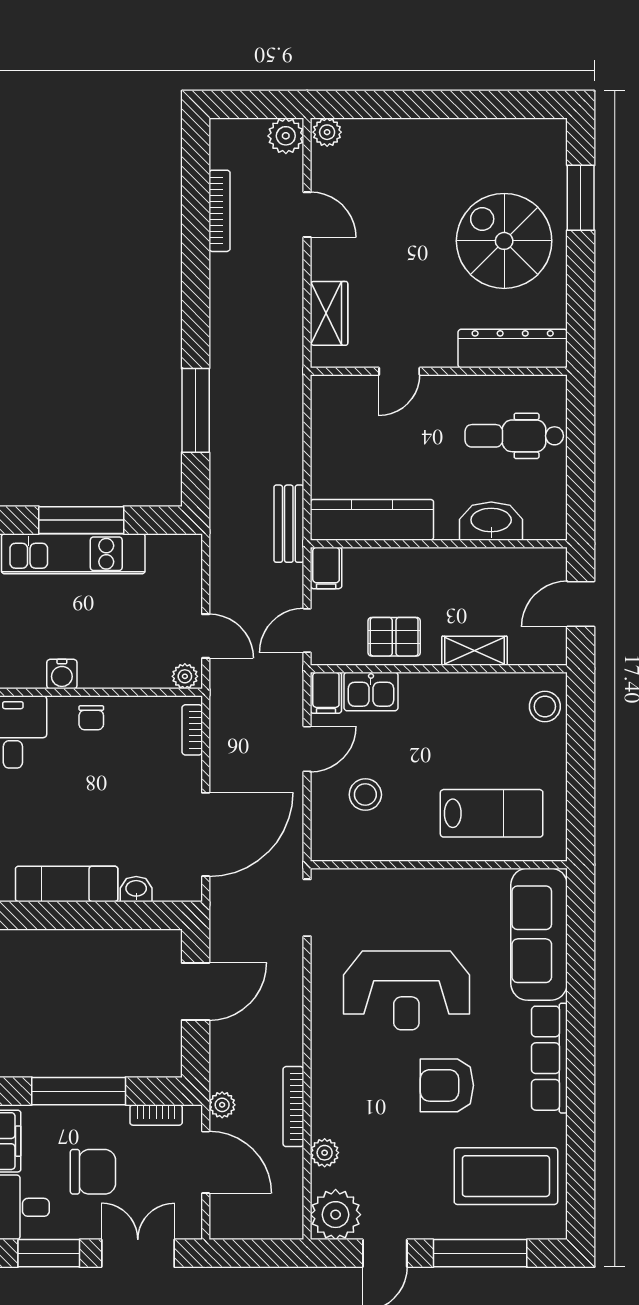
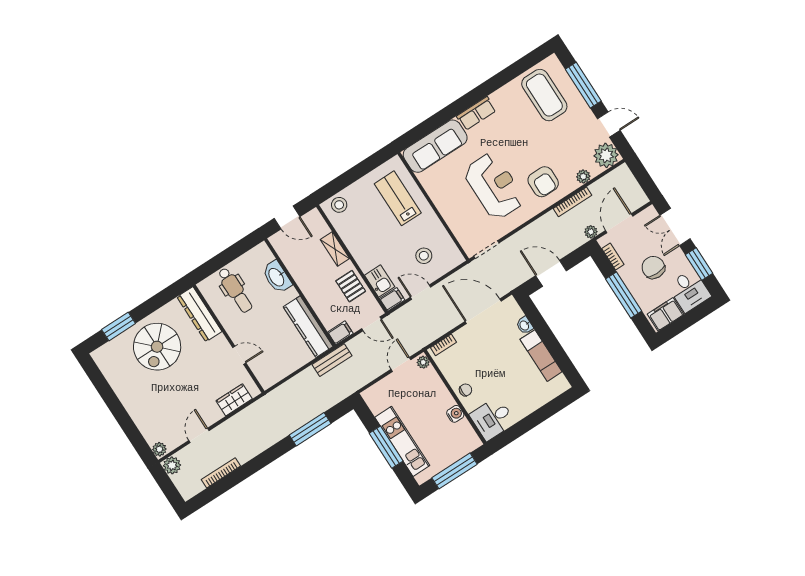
row of seats: (549, 1058) -> (476, 113), width x0.68
armchair: (447, 1085) -> (543, 182), moved

